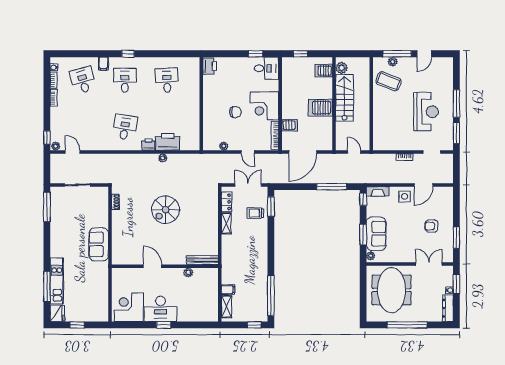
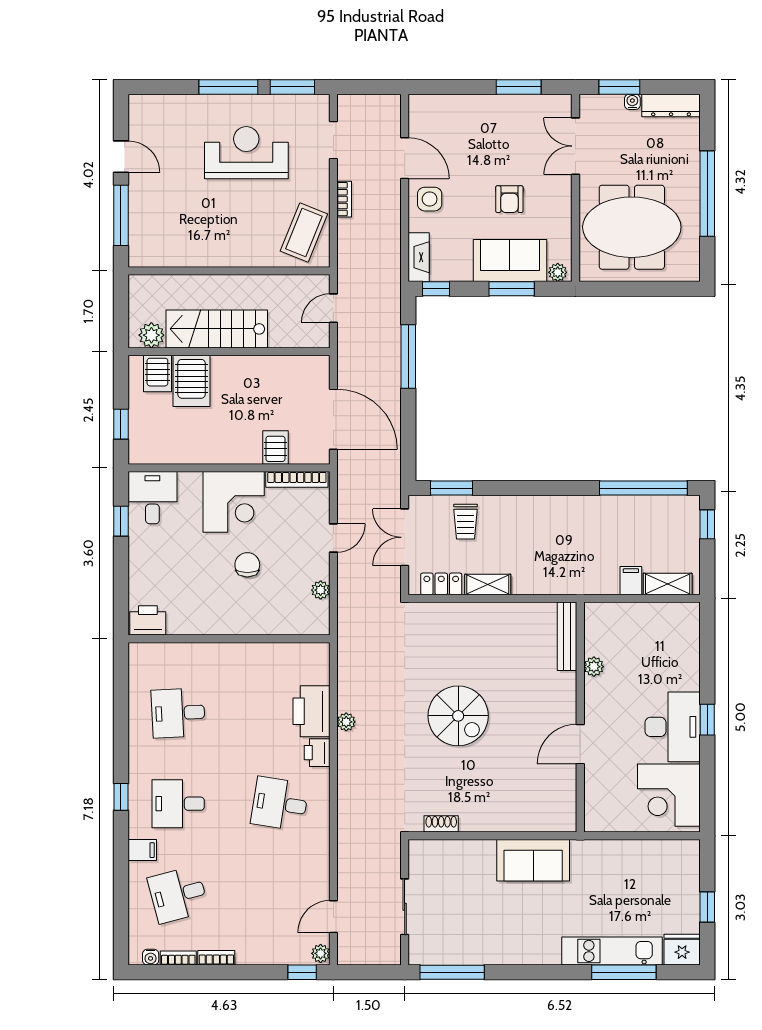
plant: (393, 62) -> (138, 225), removed
coffee table: (388, 81) -> (304, 232), moved
server rack: (320, 108) -> (192, 381), moved
armchair: (431, 226) -> (509, 199), moved

